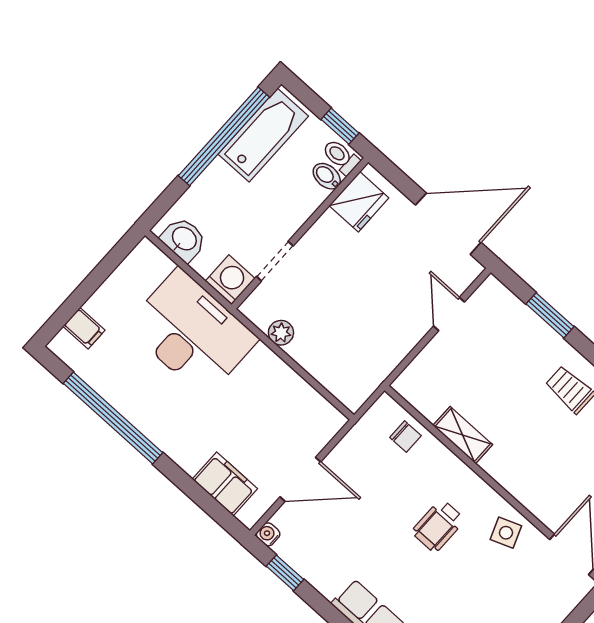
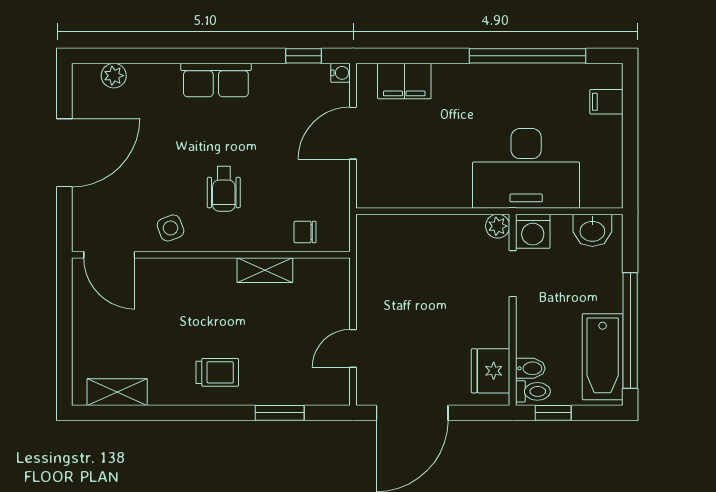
door: (449, 314) -> (353, 348), swing flipped
plant: (281, 333) -> (498, 226), moved
wheelchair: (438, 526) -> (224, 189), turned 180

